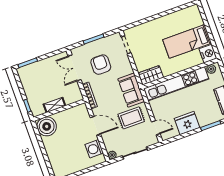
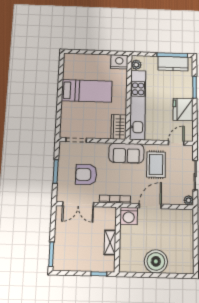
bed: (187, 41) -> (87, 91), moved, turned -90
boiler: (47, 126) -> (156, 261), moved
washing machine: (94, 149) -> (129, 216), moved

